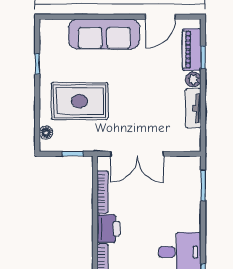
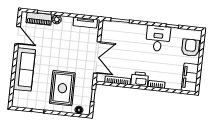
tv unit: (193, 108) -> (85, 23), moved

